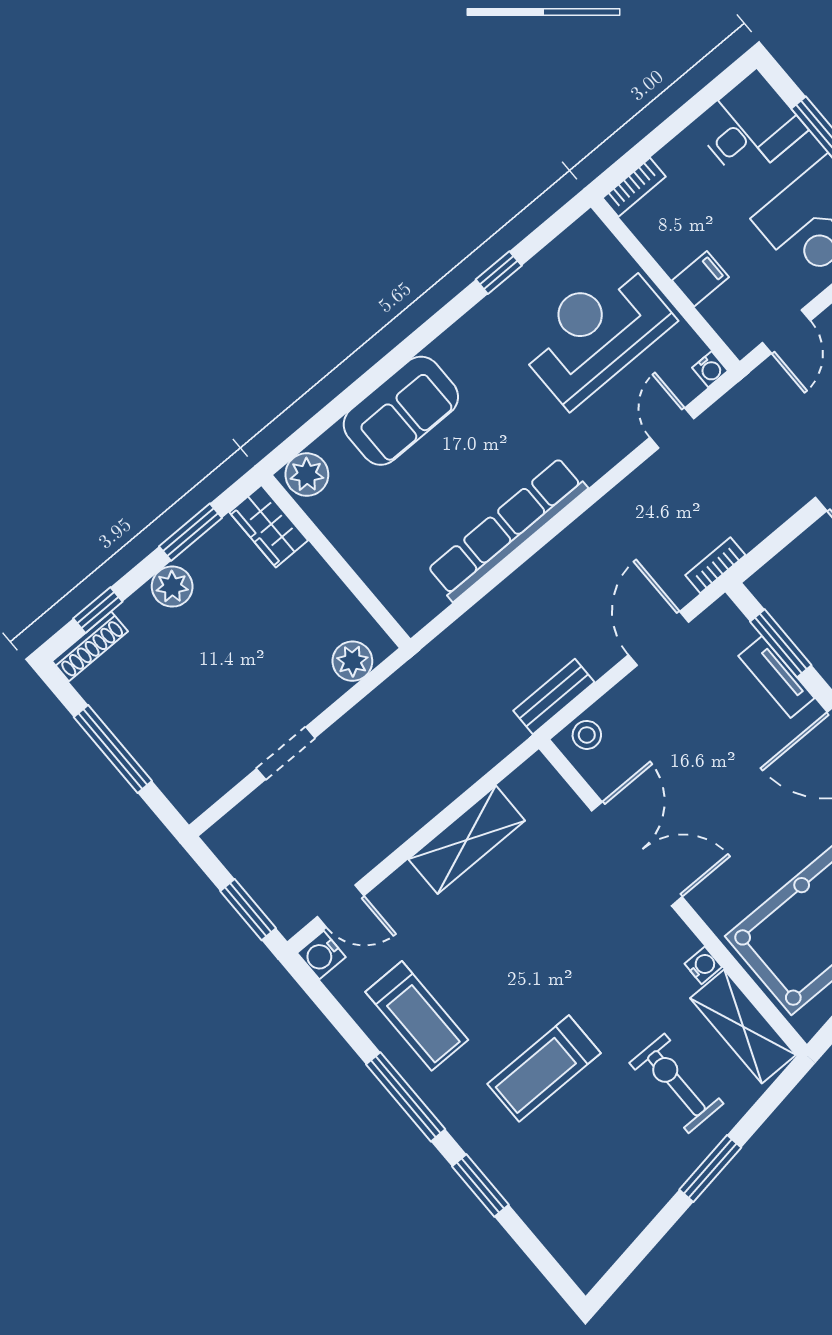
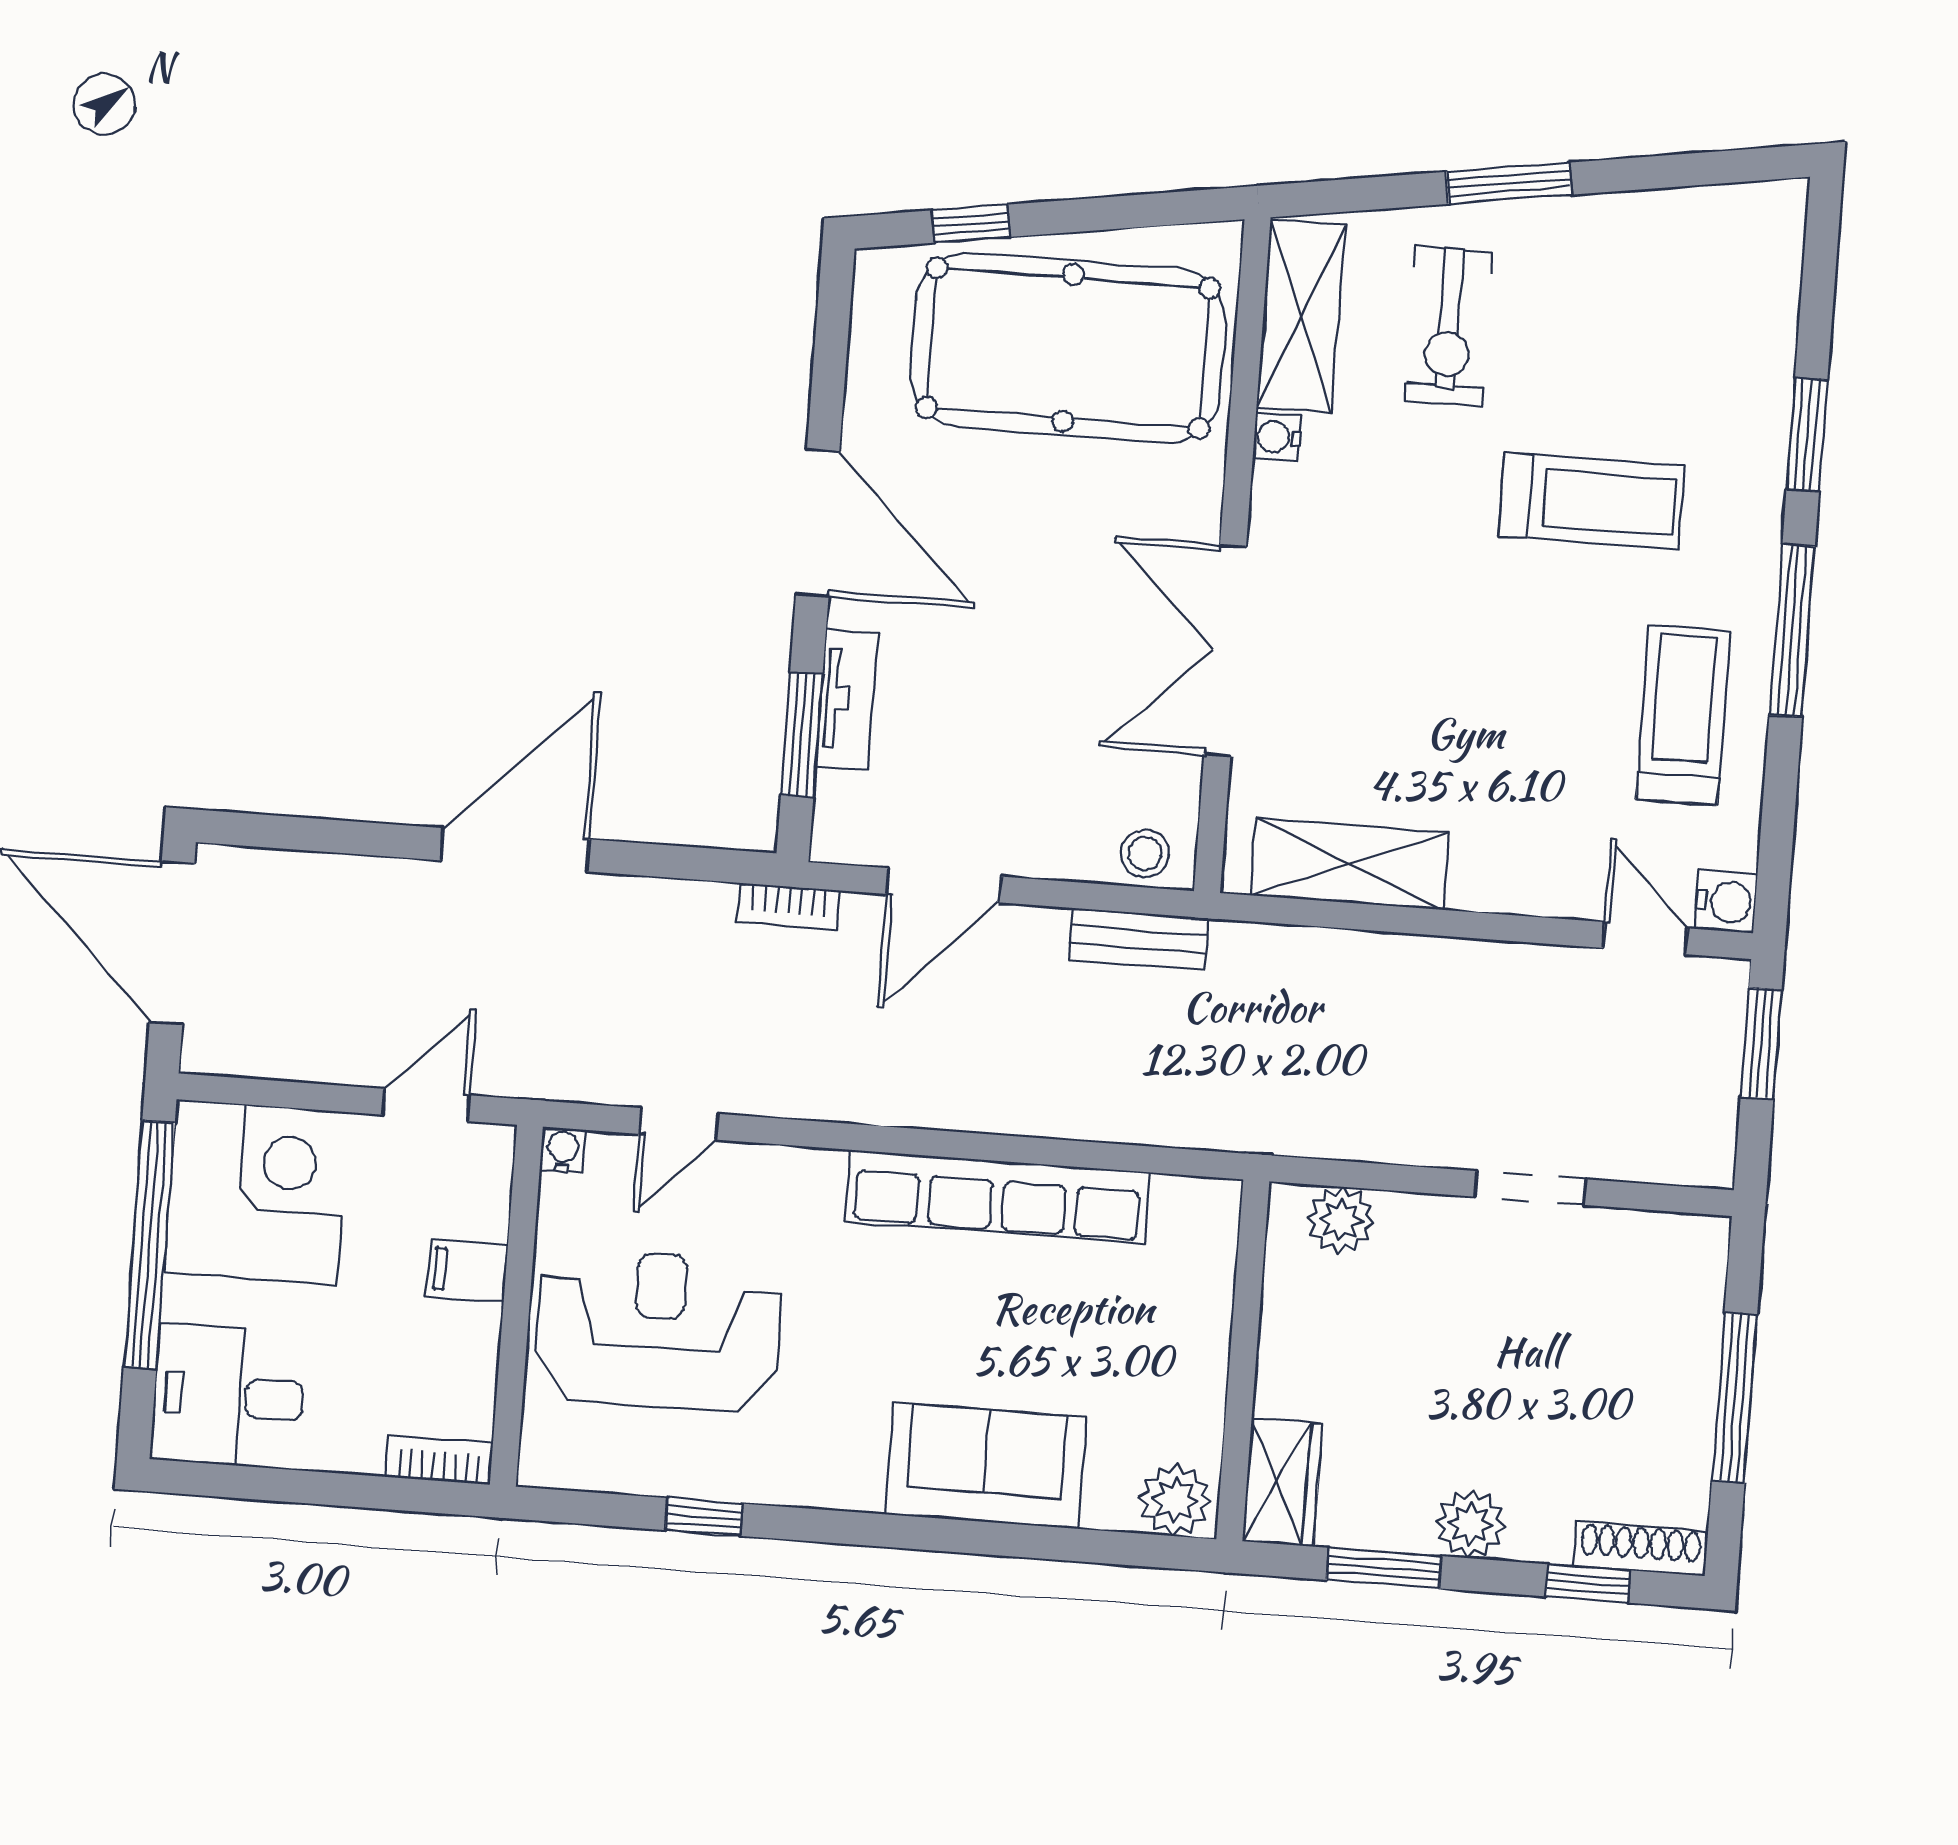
reception desk: (595, 332) -> (658, 1330), turned 180
shelving: (467, 840) -> (1350, 864), moved

